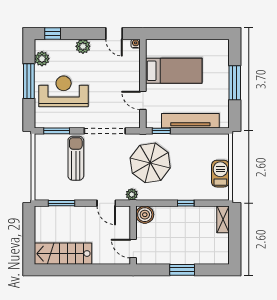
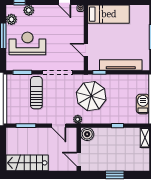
plant: (83, 46) -> (29, 10), moved
bed: (174, 71) -> (109, 14), moved

